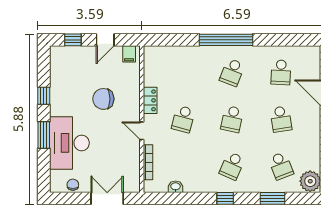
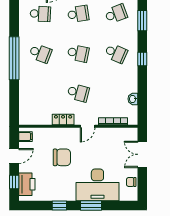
door: (105, 40) -> (14, 156), hinge flipped
printer: (70, 56) -> (27, 184), added
chair: (103, 99) -> (62, 157), turned -90

